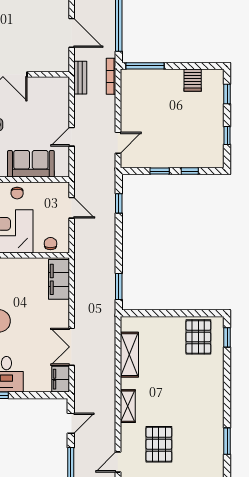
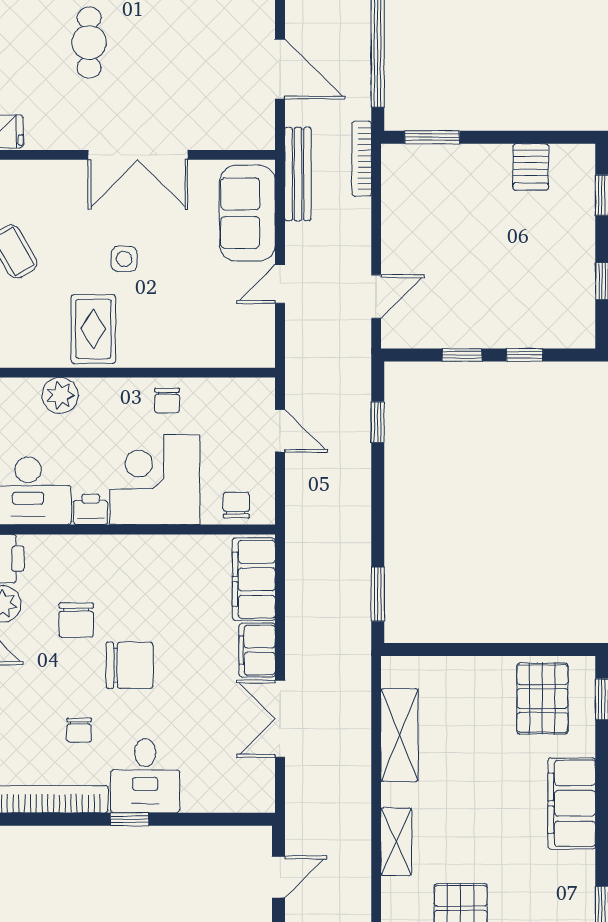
window: (145, 66) -> (432, 137), width x0.69
bench: (80, 78) -> (298, 174), width x1.36
sofa: (31, 164) -> (247, 213), moved, turned -90
filing cabinet: (61, 379) -> (257, 650), moved
filing cabinet: (212, 388) -> (572, 803), added

